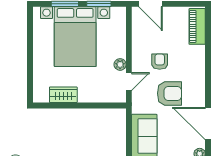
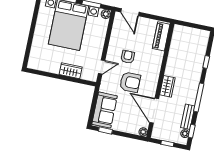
plant: (120, 64) -> (106, 14), moved
wardrobe: (63, 95) -> (71, 71), moved

